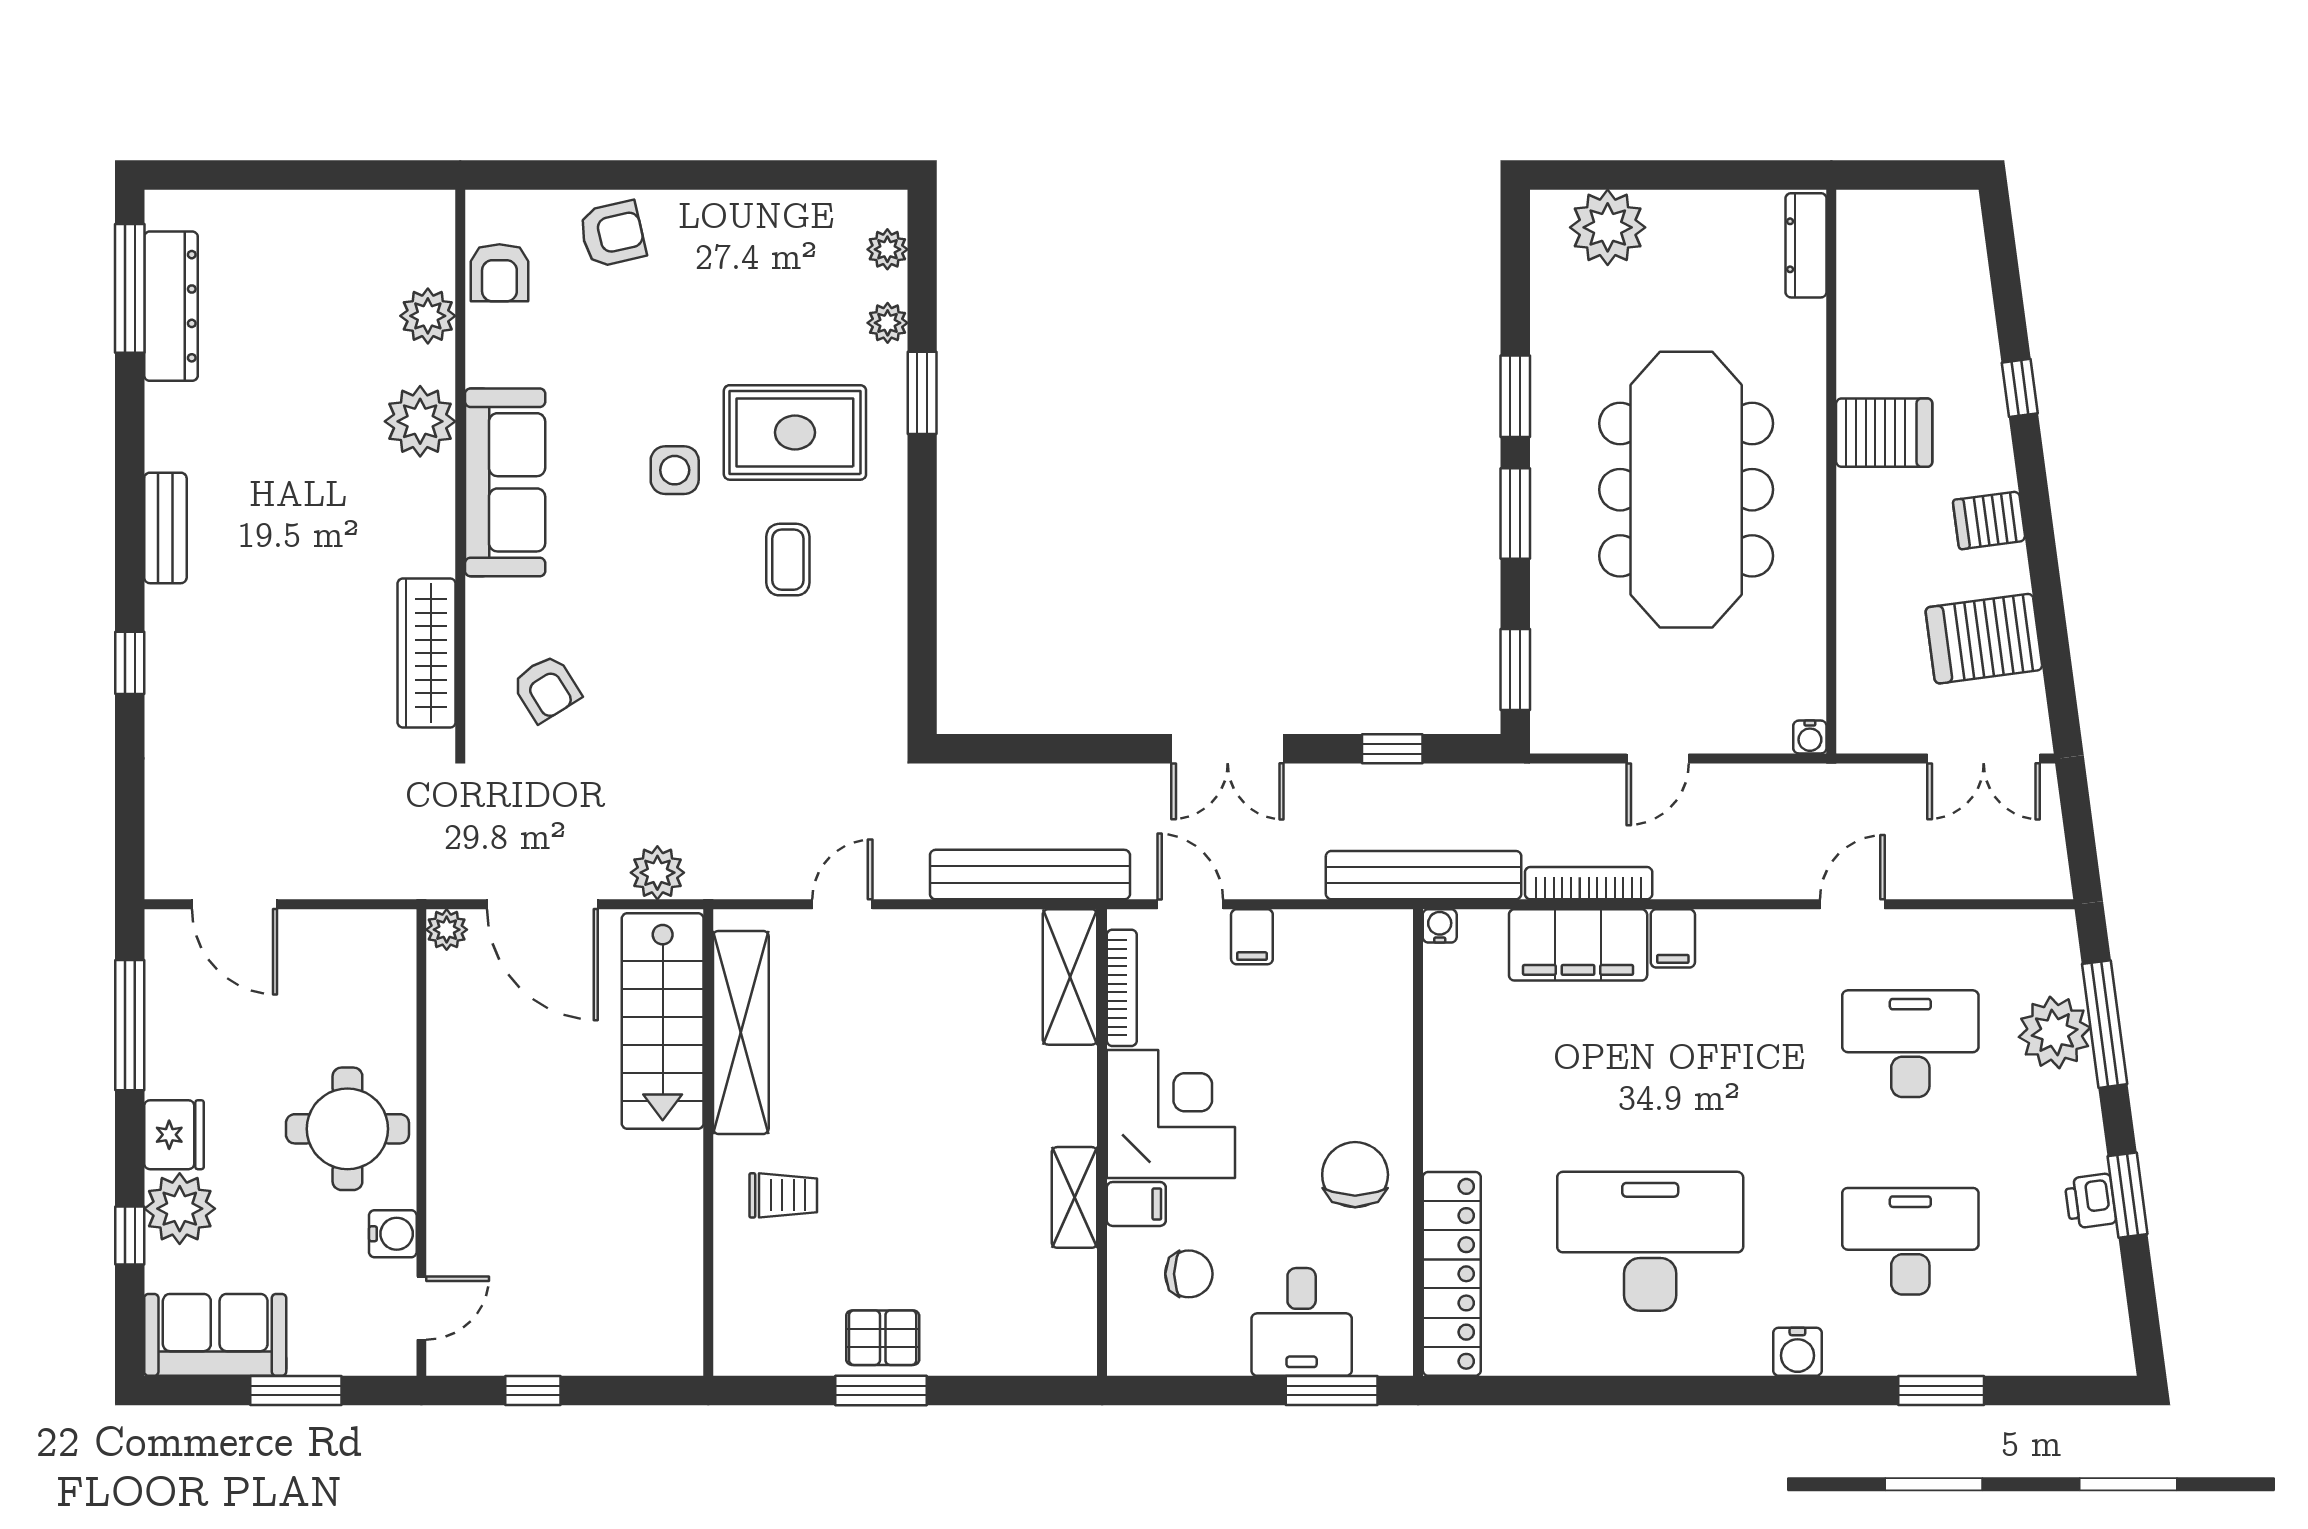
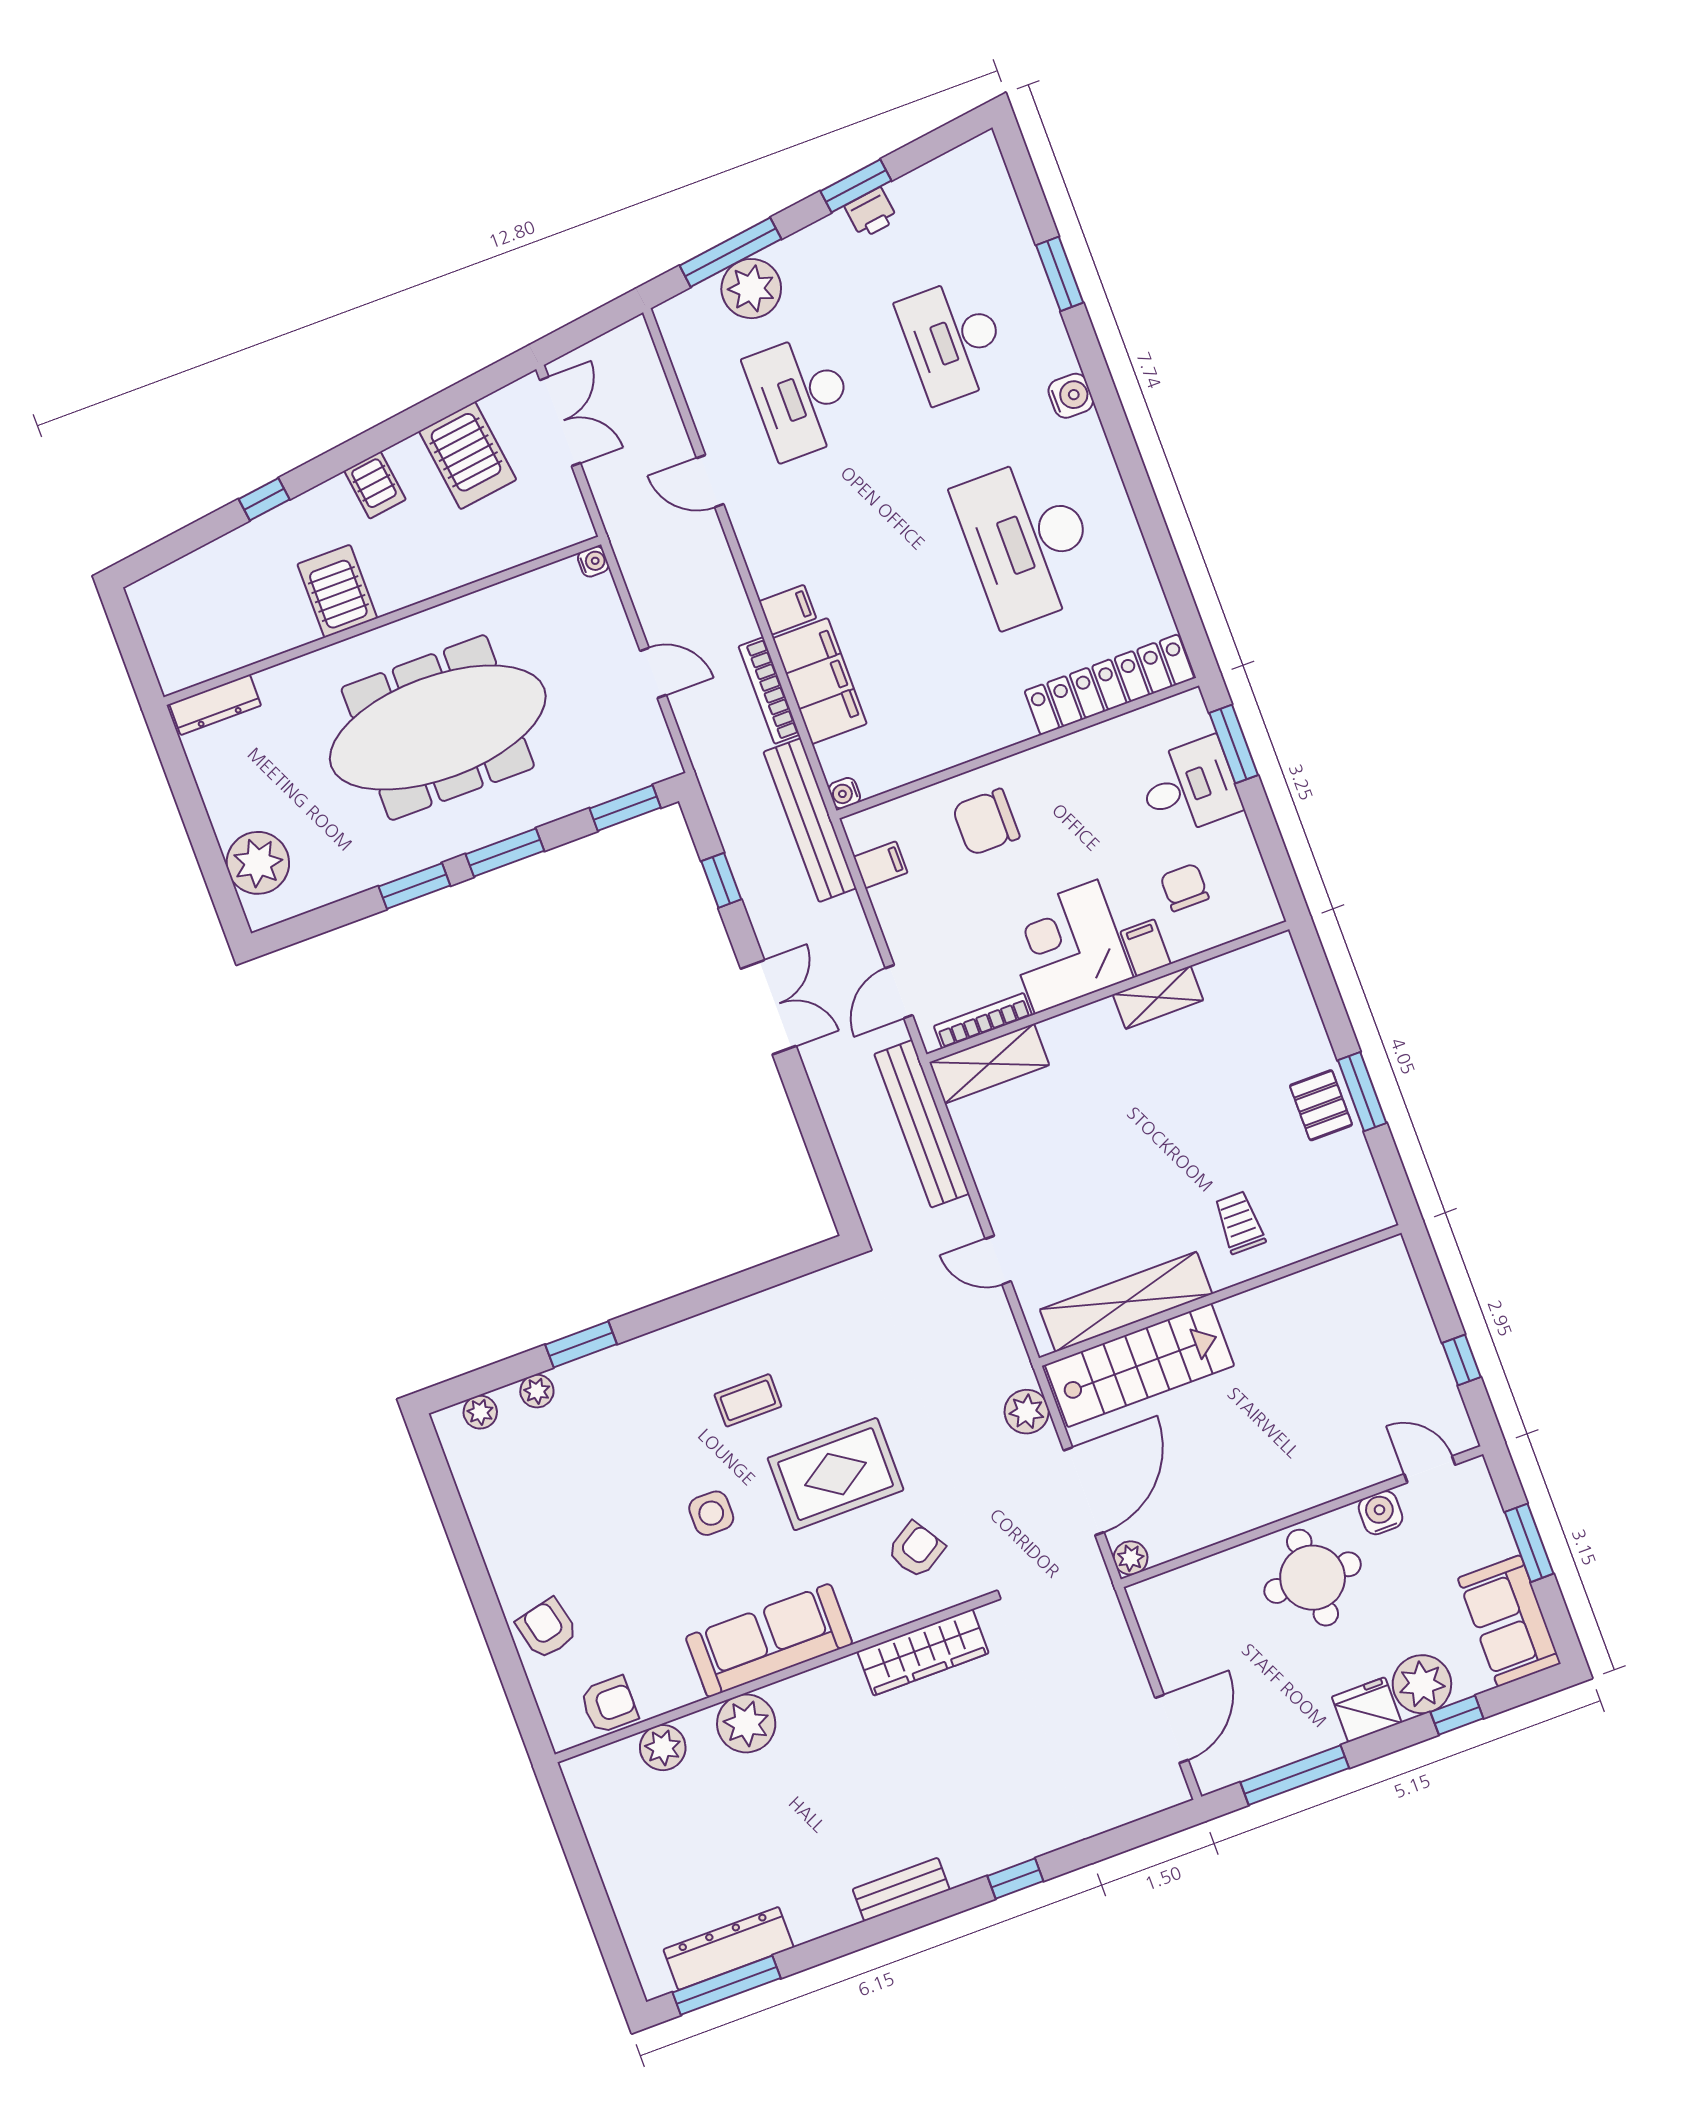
rug: (795, 432) -> (836, 1474), moved, turned 90
filing cabinet: (1252, 937) -> (880, 865), moved
chair: (1355, 1175) -> (986, 822), moved

